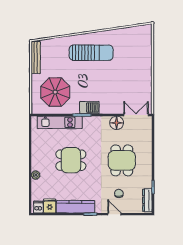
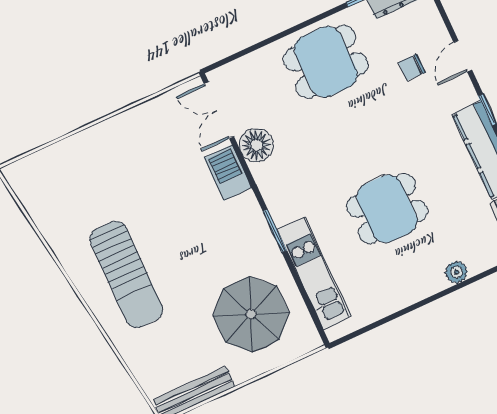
sun lounger: (91, 53) -> (126, 274), turned 180
barbecue: (89, 108) -> (228, 173), moved
dining table: (71, 160) -> (387, 209), turned 90
dining table: (122, 160) -> (326, 62), moved

